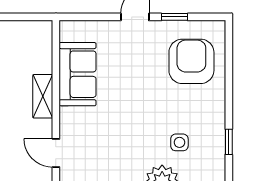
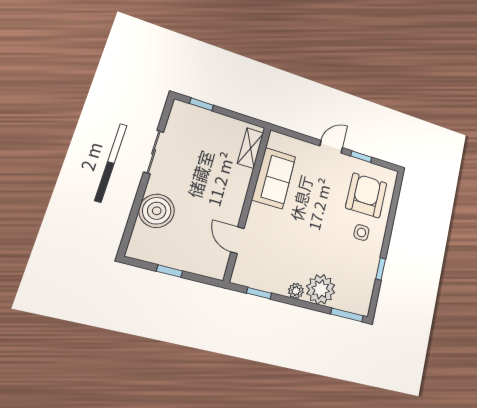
shelving: (43, 96) -> (250, 148), moved
side table: (179, 142) -> (361, 233), moved

